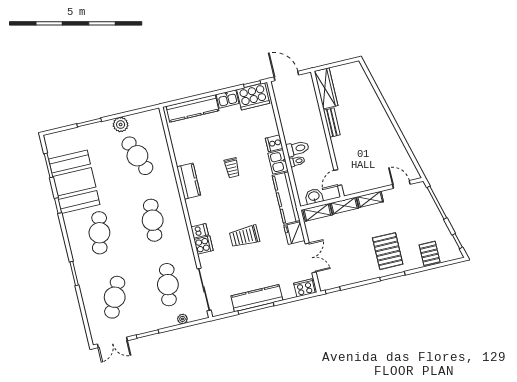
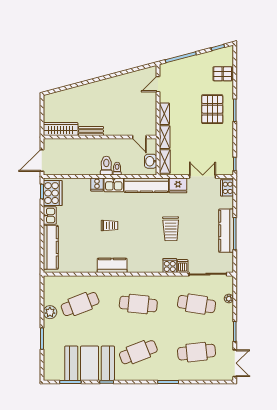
dishwasher: (200, 231) -> (183, 266), moved
cafe table: (99, 233) -> (138, 352), turned -33
pallet: (388, 251) -> (212, 109), turned 90
cafe table: (115, 297) -> (197, 352), turned -30

